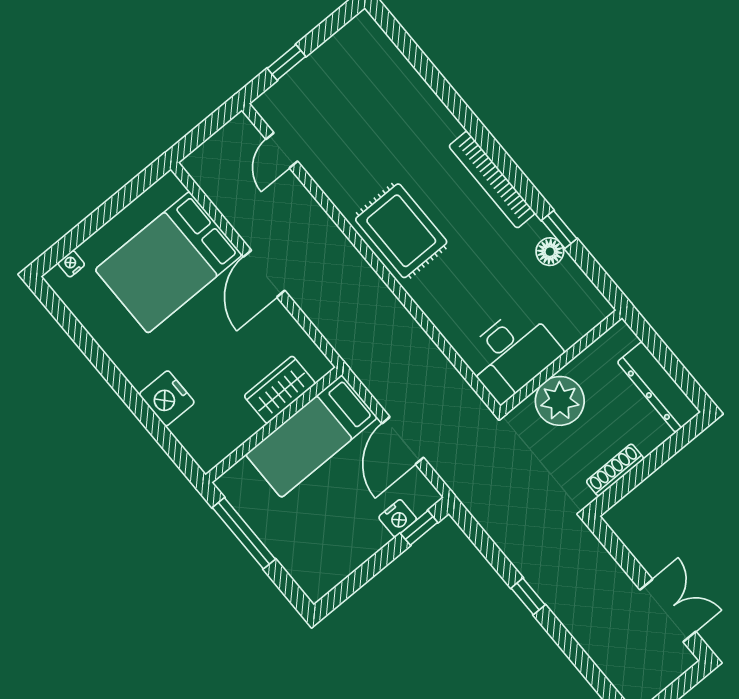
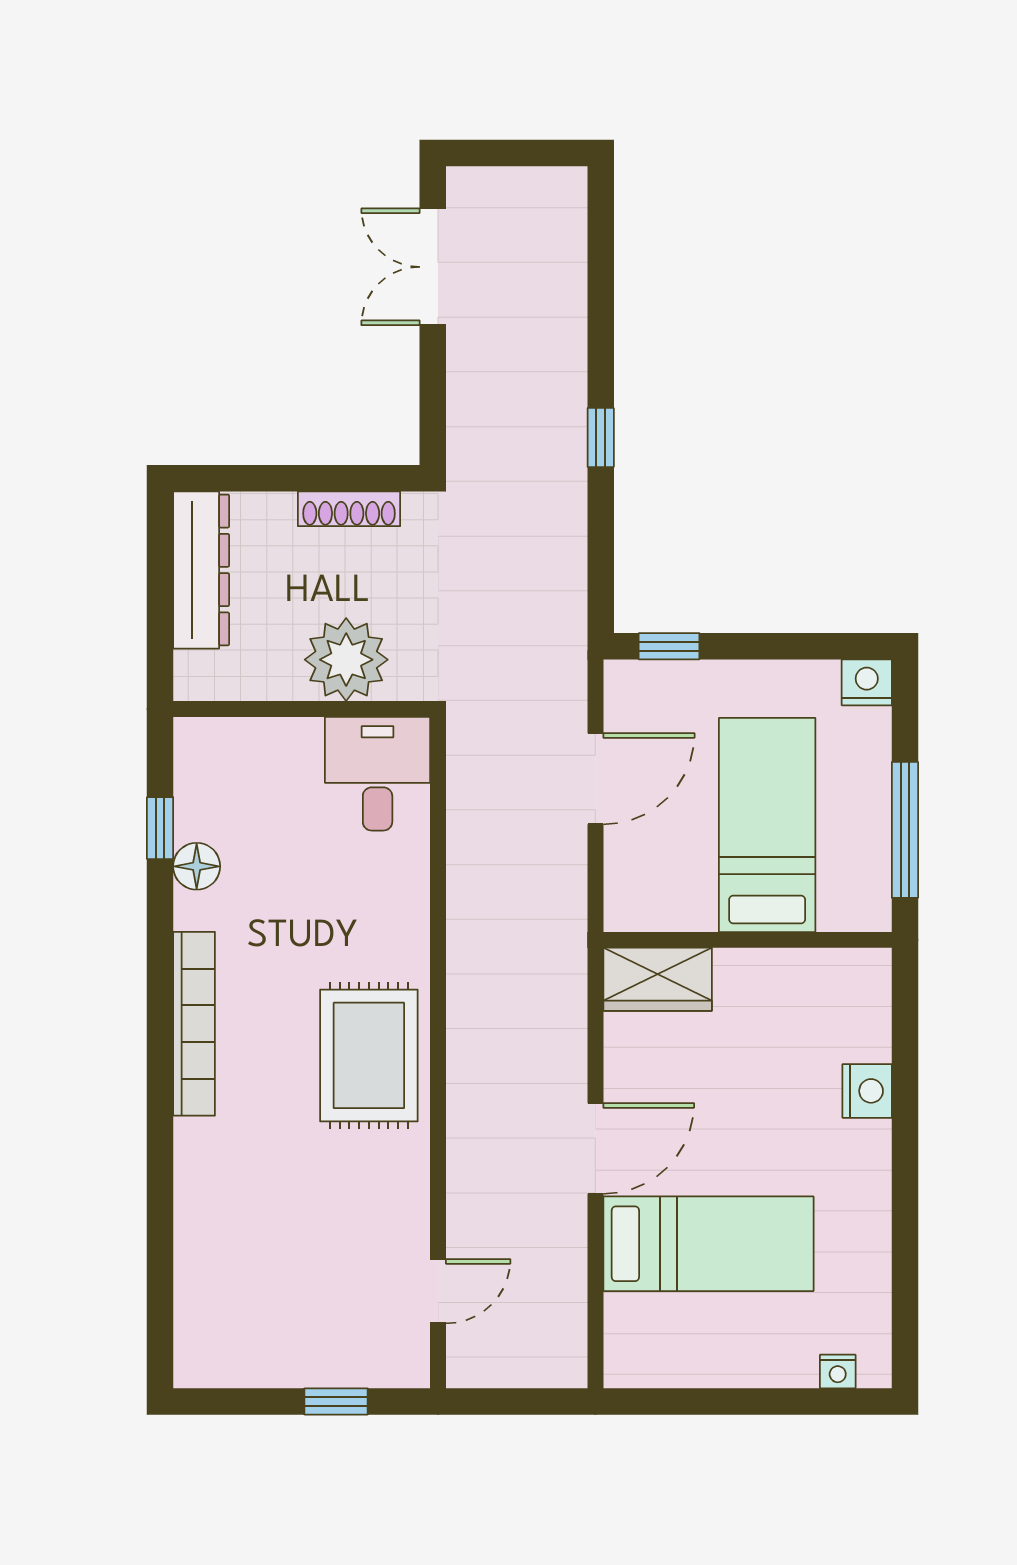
window: (559, 229) -> (160, 828), moved
bed: (169, 262) -> (708, 1244), width x0.67
desk: (512, 354) -> (378, 774), width x0.73
wardrobe: (280, 390) -> (658, 979), moved
nightstand: (167, 398) -> (867, 1091), width x0.74, depth x0.75
bed: (311, 436) -> (767, 825), moved, turned -90
nightstand: (398, 518) -> (867, 682), moved

